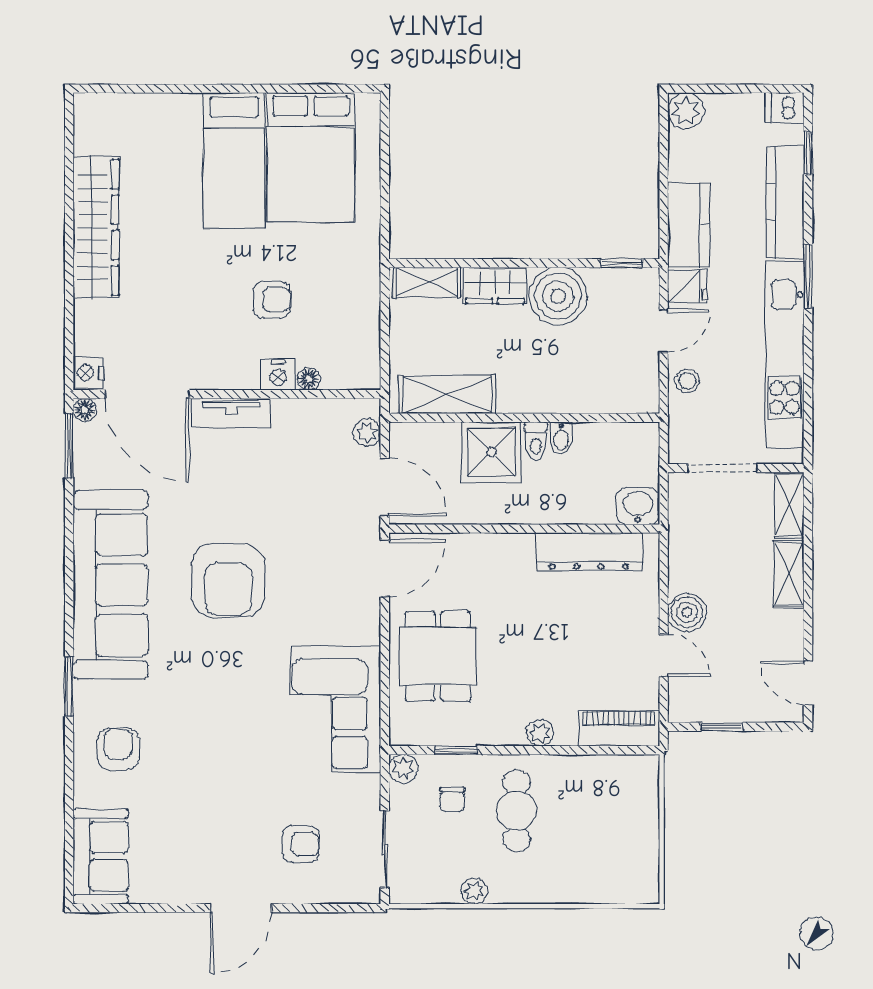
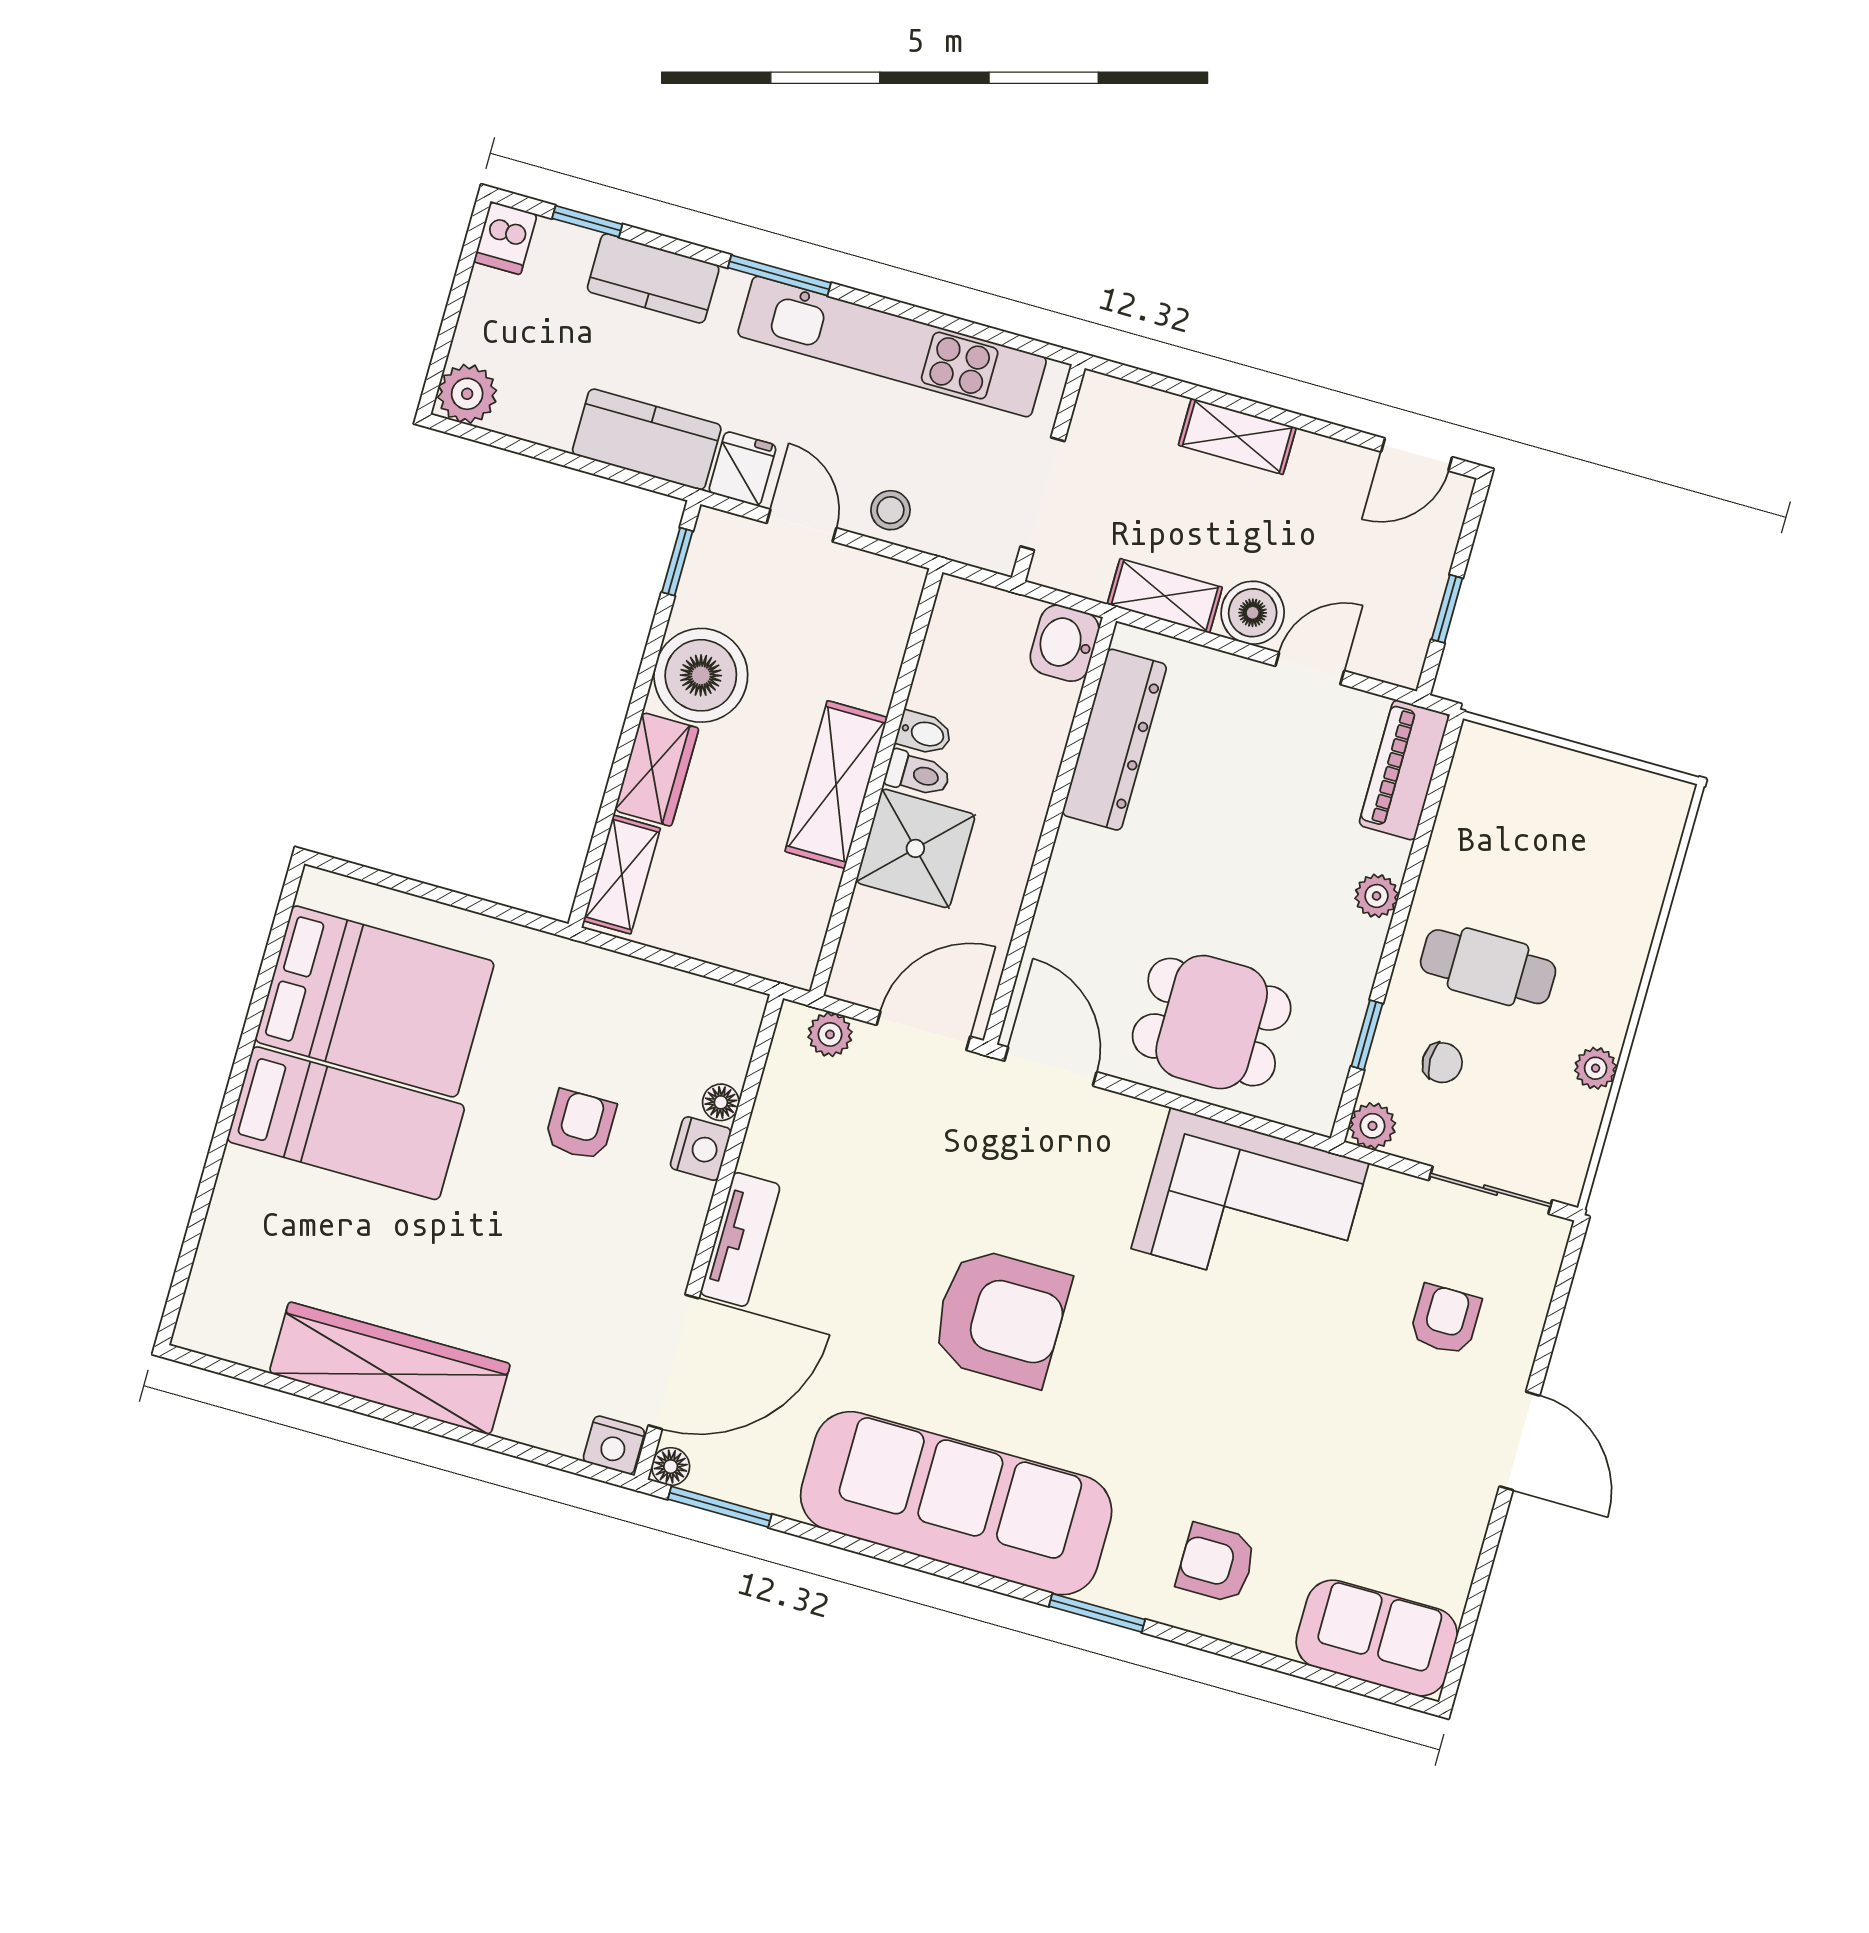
kitchen counter: (785, 202) -> (653, 278), width x0.67
shelving: (447, 394) -> (836, 784), moved
shelving: (789, 505) -> (1165, 596), moved

